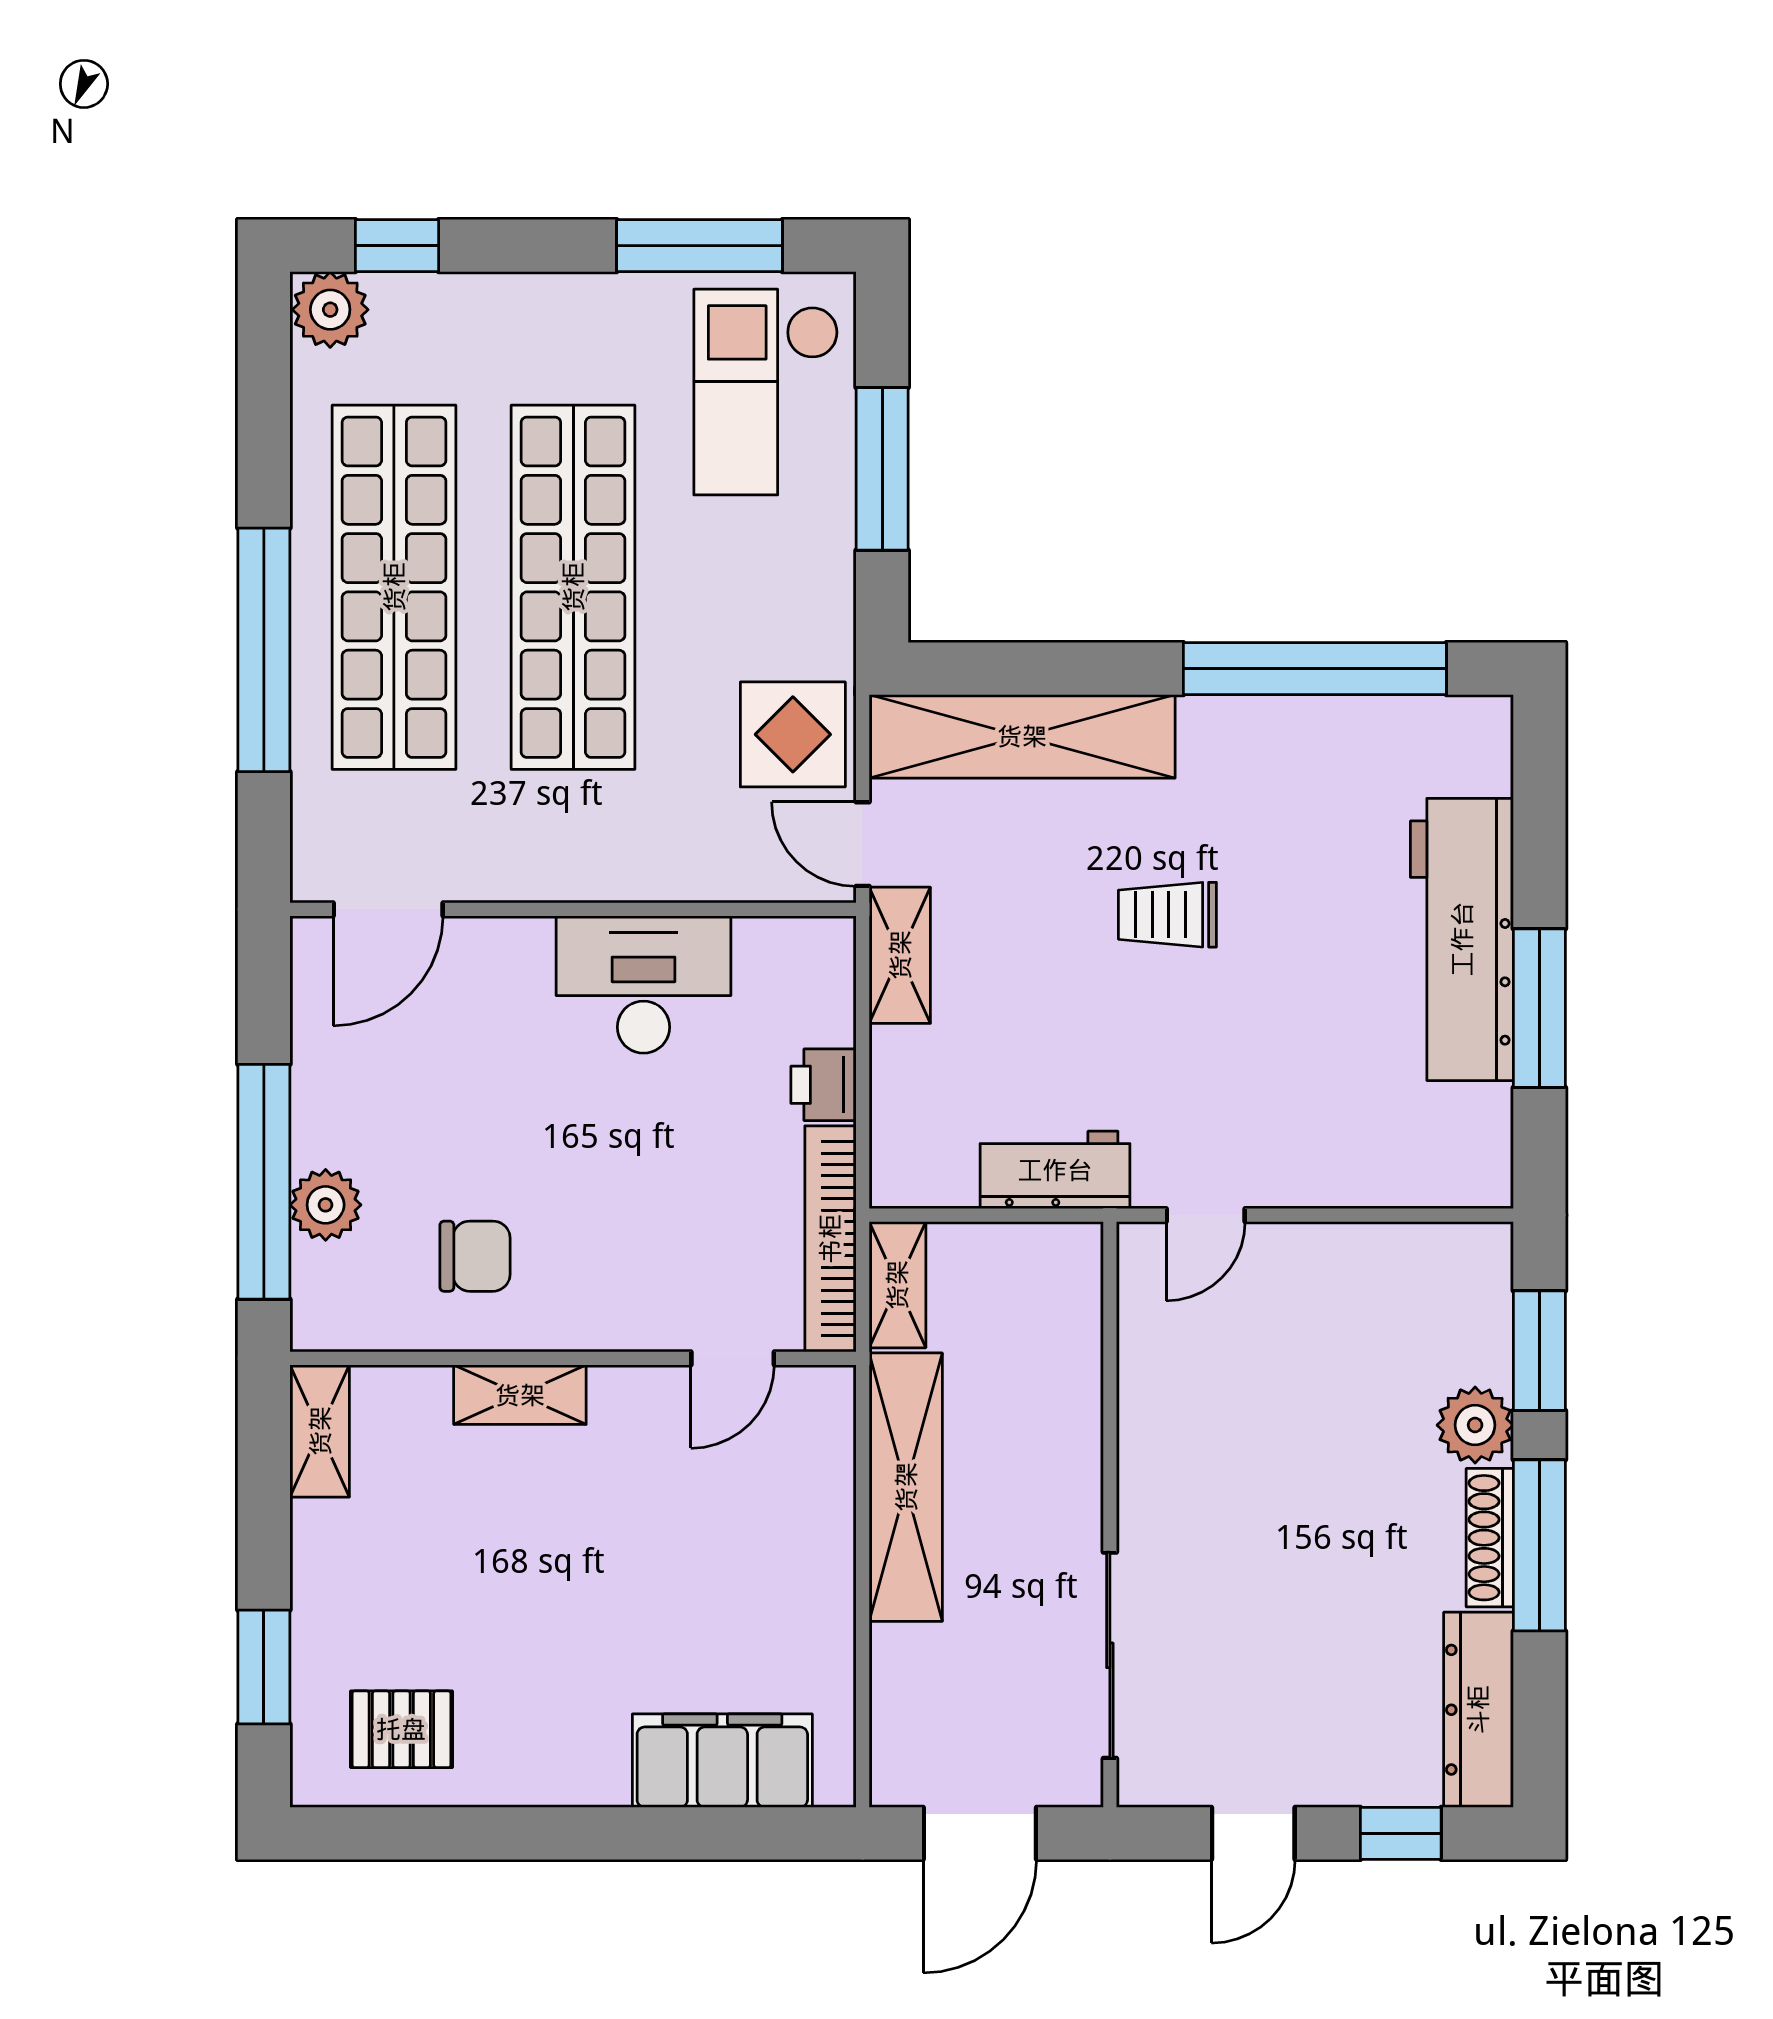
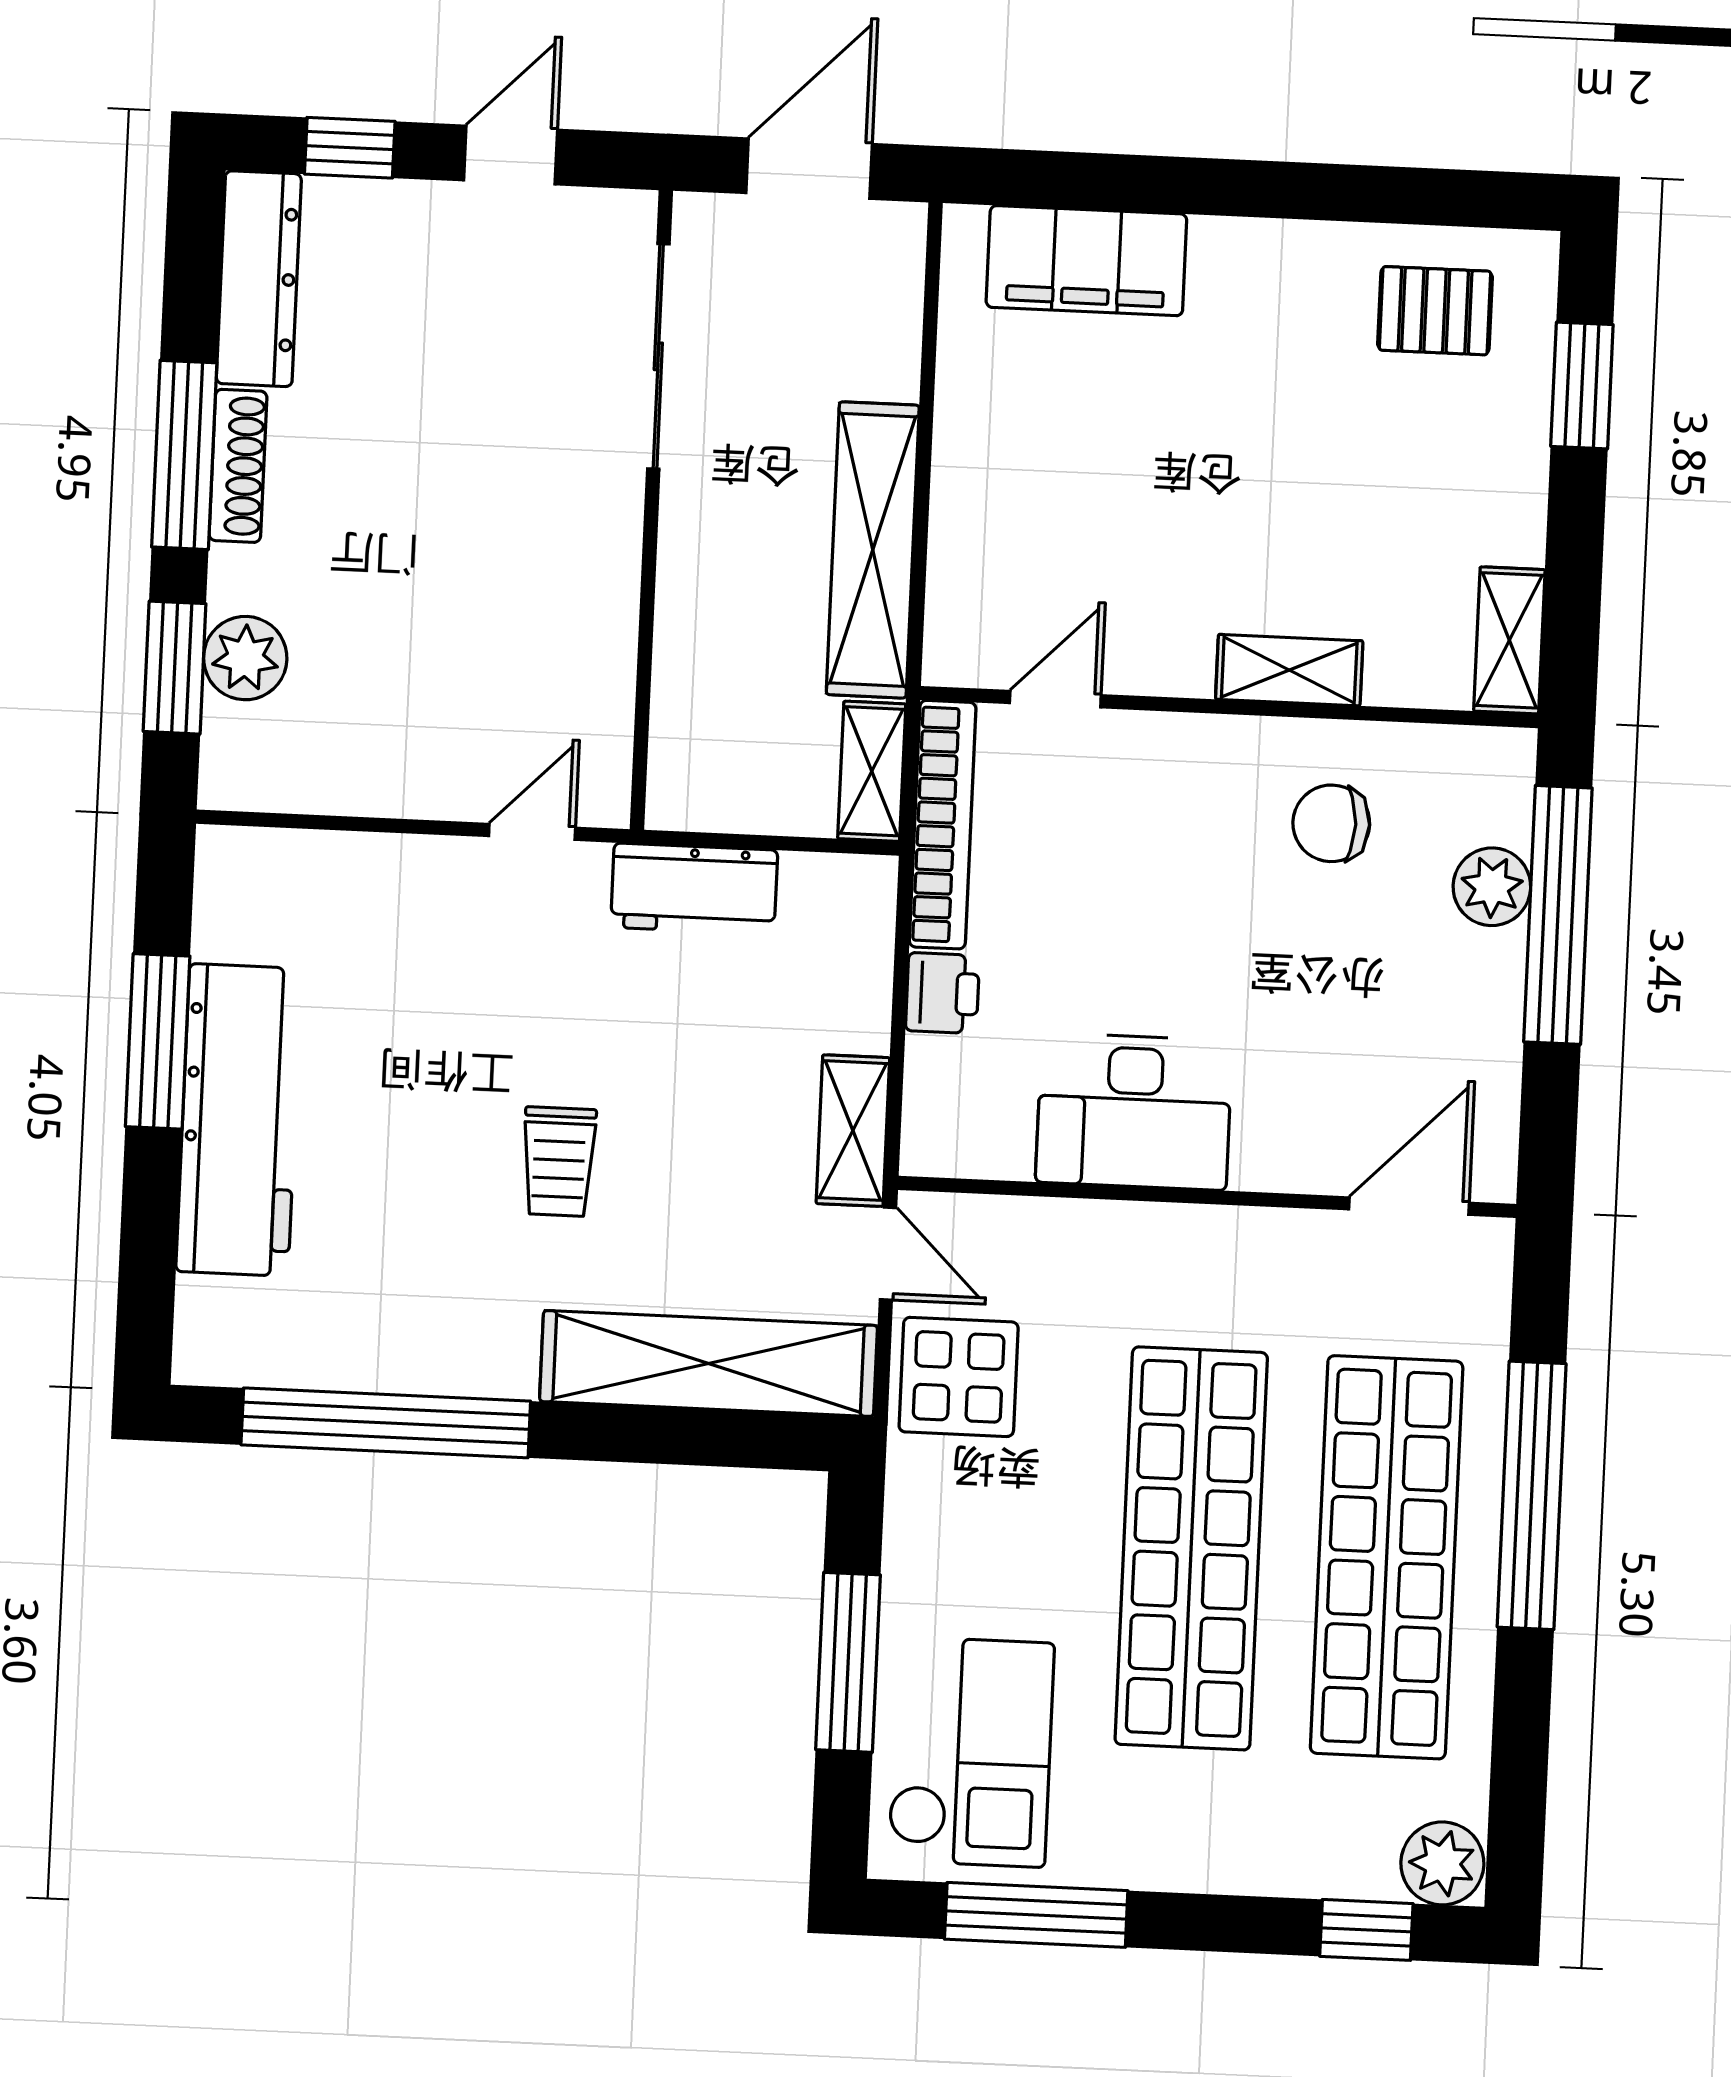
trolley: (1167, 915) -> (559, 1162), turned 90
plant: (1475, 1425) -> (245, 658), moved

